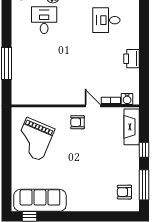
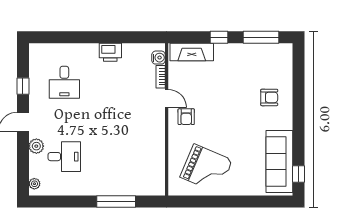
desk: (44, 20) -> (64, 157), turned 180
door: (93, 106) -> (167, 99), swing flipped
armchair: (124, 192) -> (269, 97), moved, turned -90

